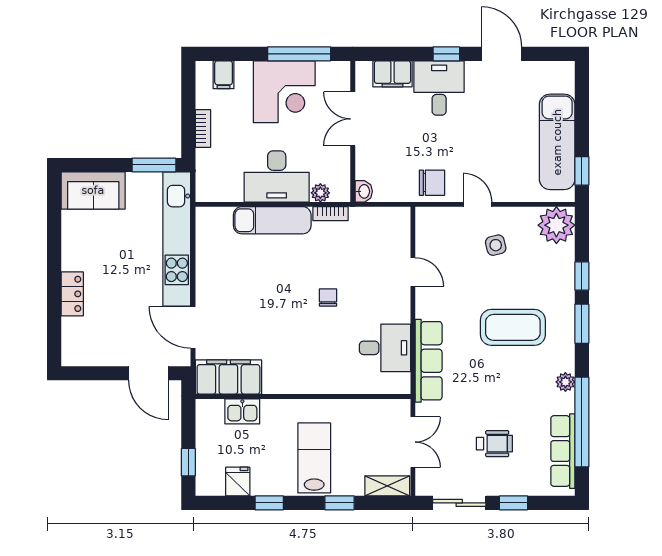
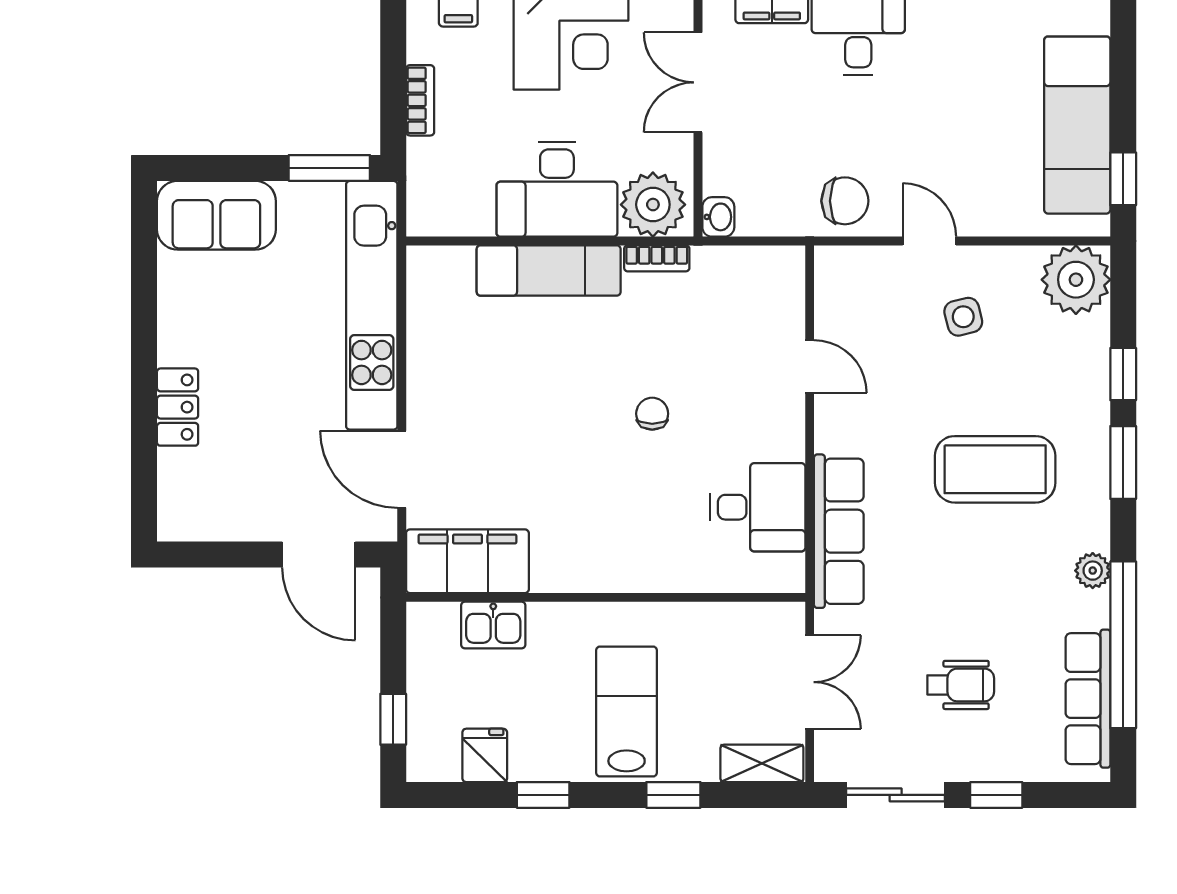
plant: (320, 193) -> (653, 205), width x1.87, depth x1.87

